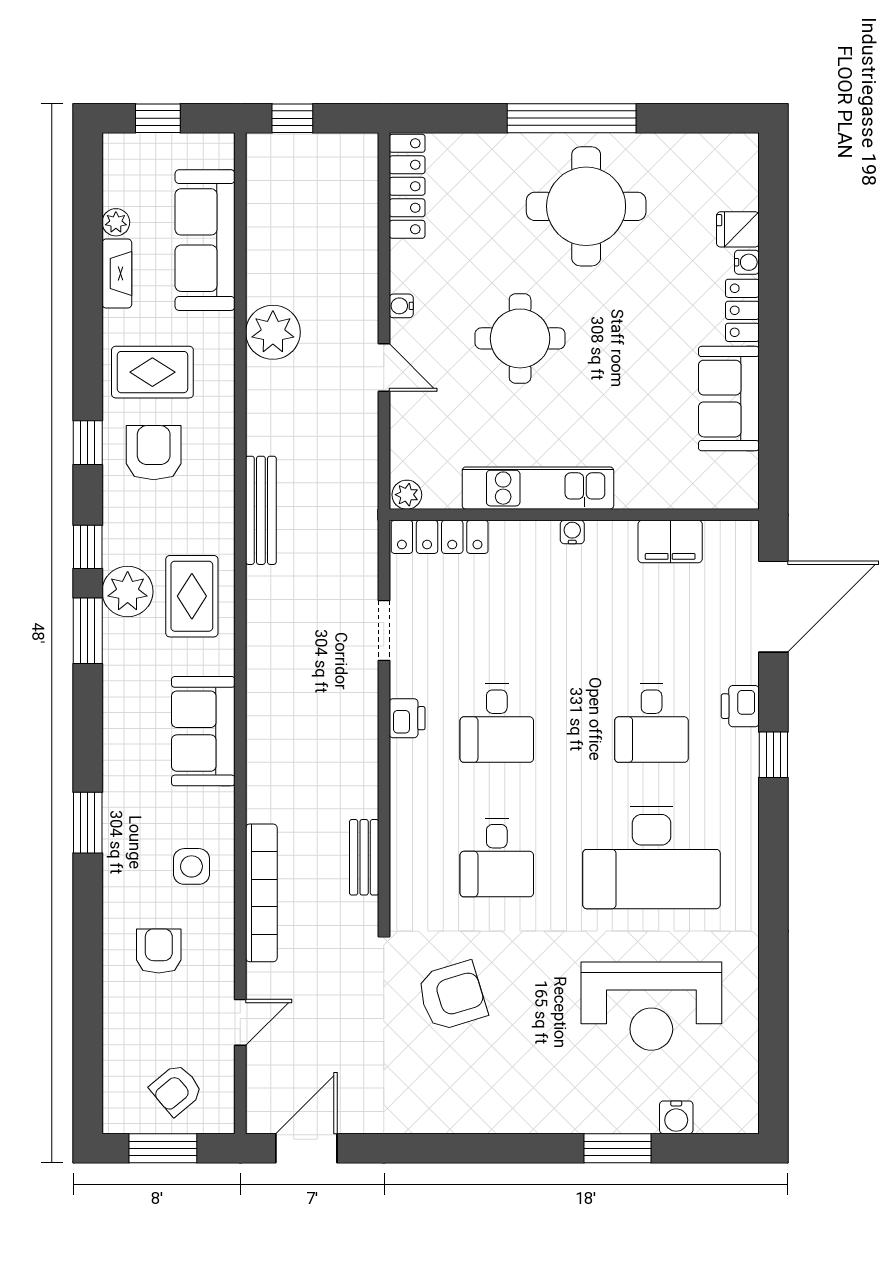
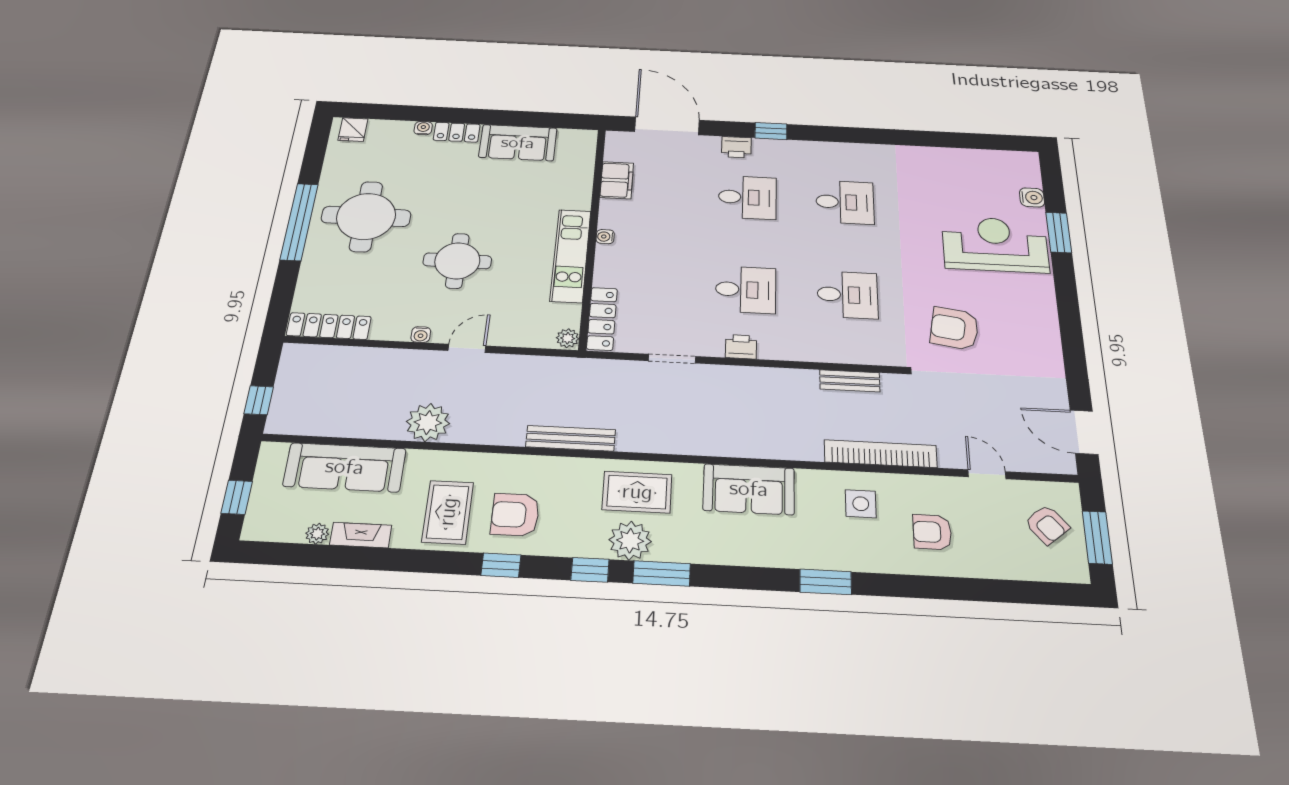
fridge: (738, 229) -> (353, 130), moved
desk: (652, 857) -> (845, 202), width x0.53, depth x0.77
armchair: (452, 996) -> (954, 328), turned -64
reception desk: (651, 1006) -> (995, 244), moved, turned -90

